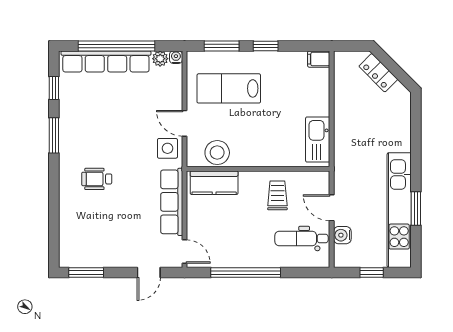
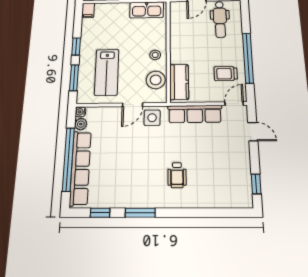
stool: (252, 152) -> (155, 55), added
trolley: (277, 195) -> (226, 74), moved
window: (86, 272) -> (256, 184), width x0.67

